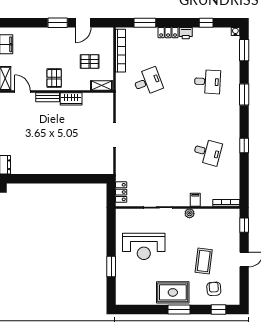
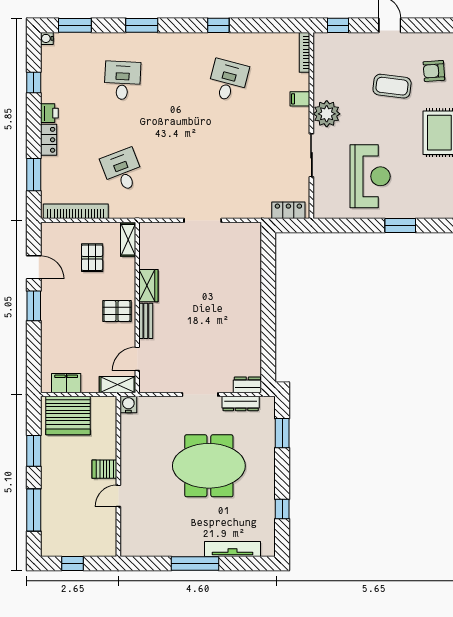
plant: (190, 213) -> (327, 114), width x1.88, depth x1.88

